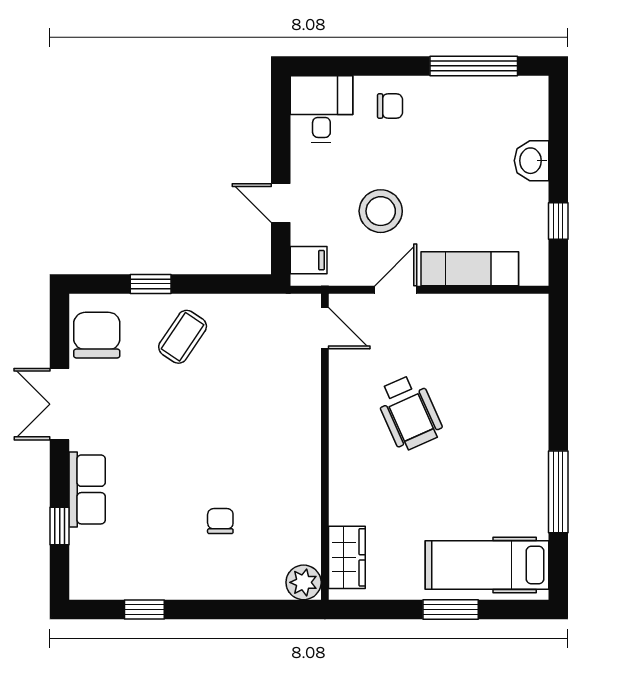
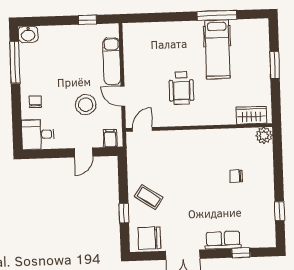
washbasin: (532, 161) -> (28, 34), moved
wheelchair: (409, 413) -> (181, 88), turned 114
hospital bed: (487, 565) -> (217, 49), moved

